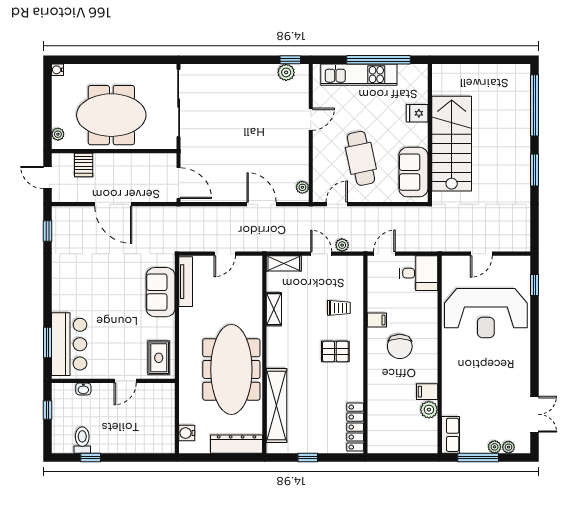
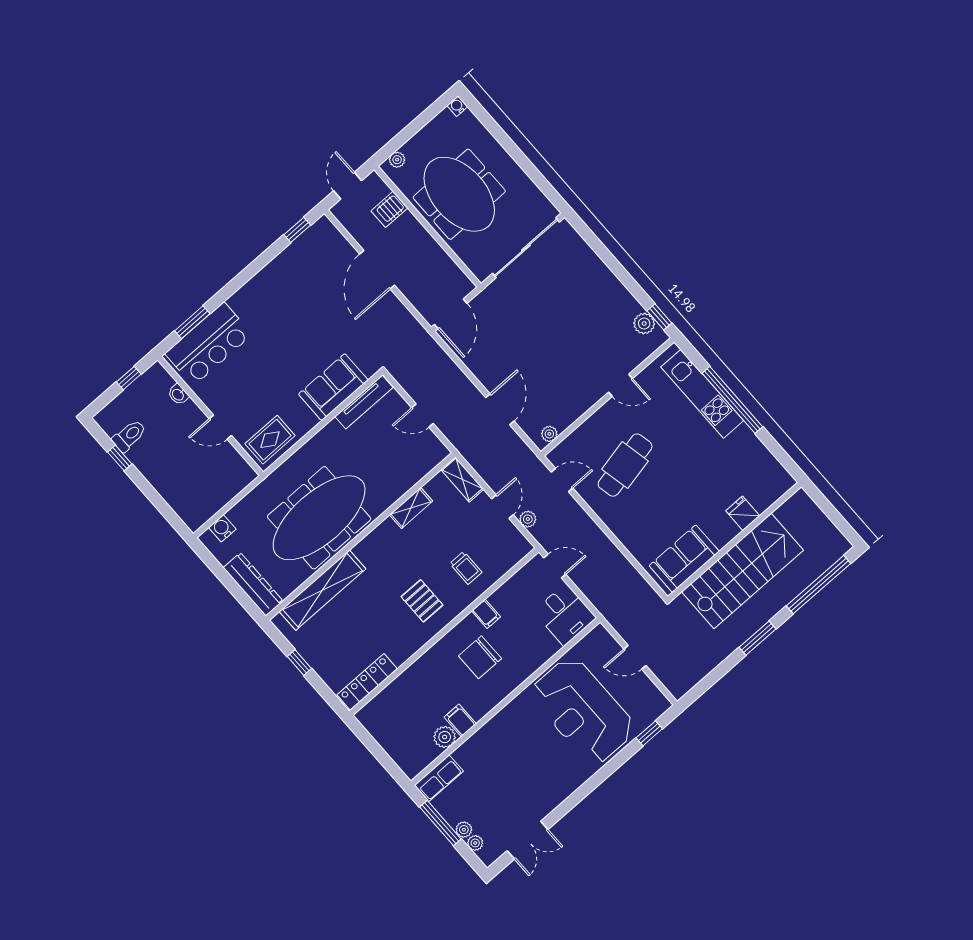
fridge: (417, 113) -> (743, 513), moved
wall: (430, 133) -> (735, 542), moved
stairs: (452, 144) -> (743, 571), moved
sofa: (413, 172) -> (684, 559), moved

